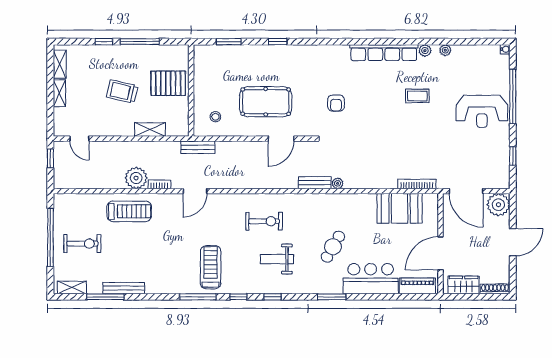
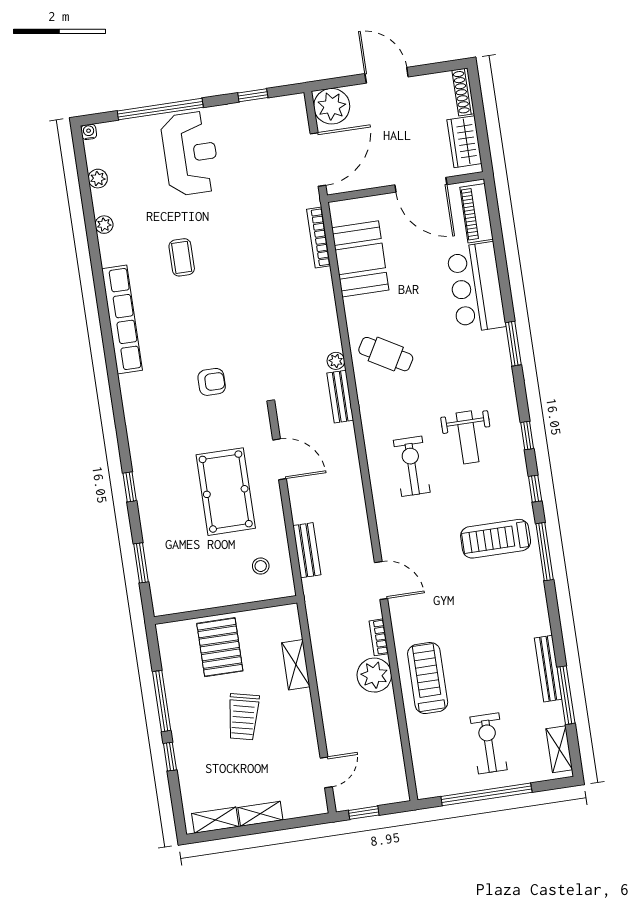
plant: (425, 51) -> (98, 179), moved
bench: (198, 147) -> (307, 550), moved
cafe table: (333, 247) -> (386, 354), moved

